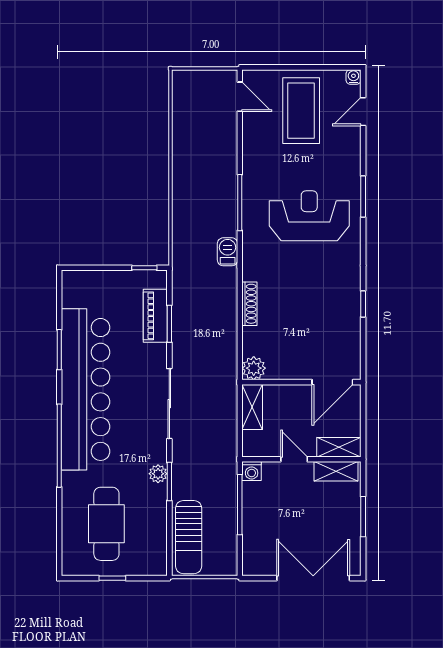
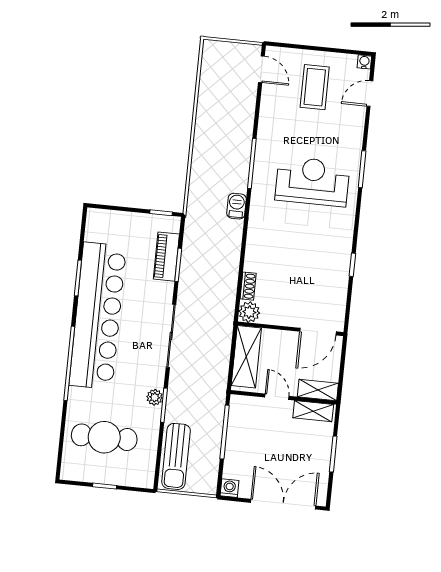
coffee table: (301, 111) -> (315, 87), width x0.73, depth x0.76
shoe rack: (249, 304) -> (248, 286), moved, width x0.70
shelving: (252, 407) -> (246, 357), width x1.50, depth x1.33
washing machine: (252, 471) -> (229, 488), moved, turned 180
cafe table: (106, 524) -> (104, 437), turned 90

